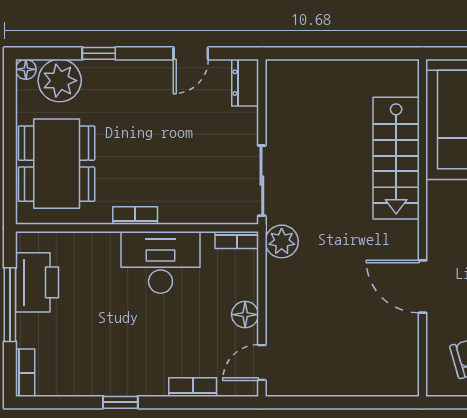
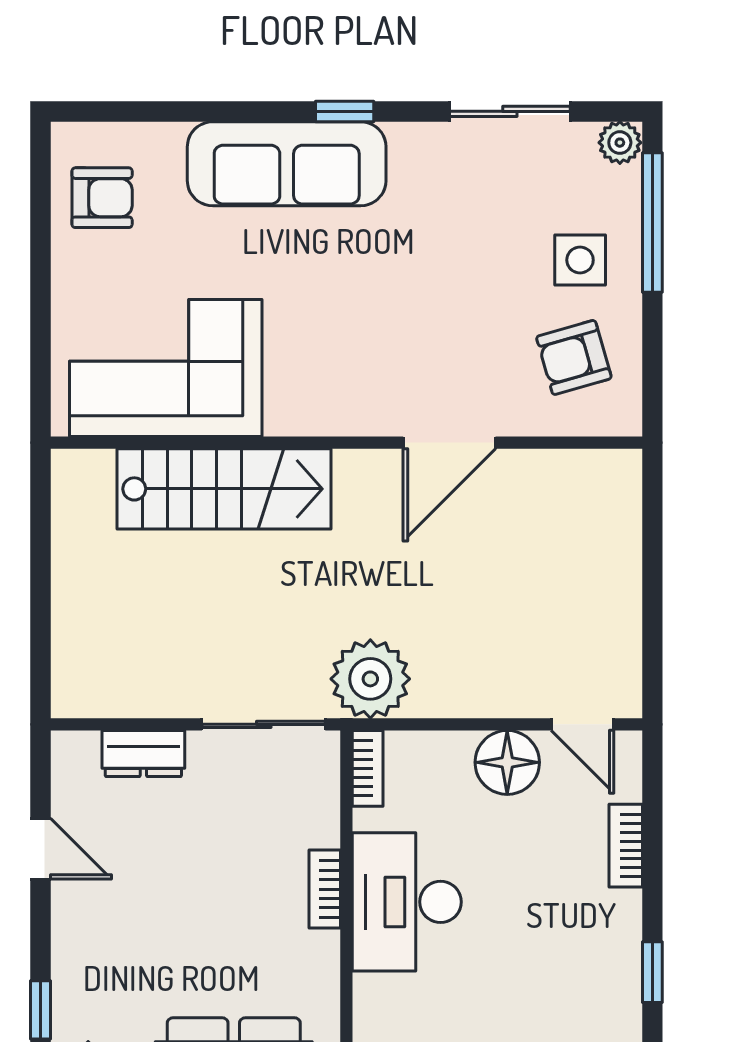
dresser: (245, 83) -> (143, 754), moved
bookcase: (135, 215) -> (325, 889), moved
plant: (282, 241) -> (370, 679), width x1.36, depth x1.36
floor lamp: (245, 315) -> (507, 762), width x1.38, depth x1.38

